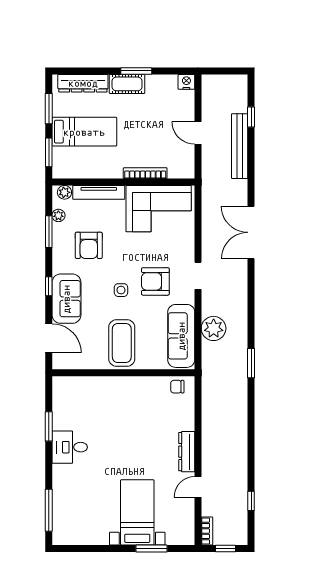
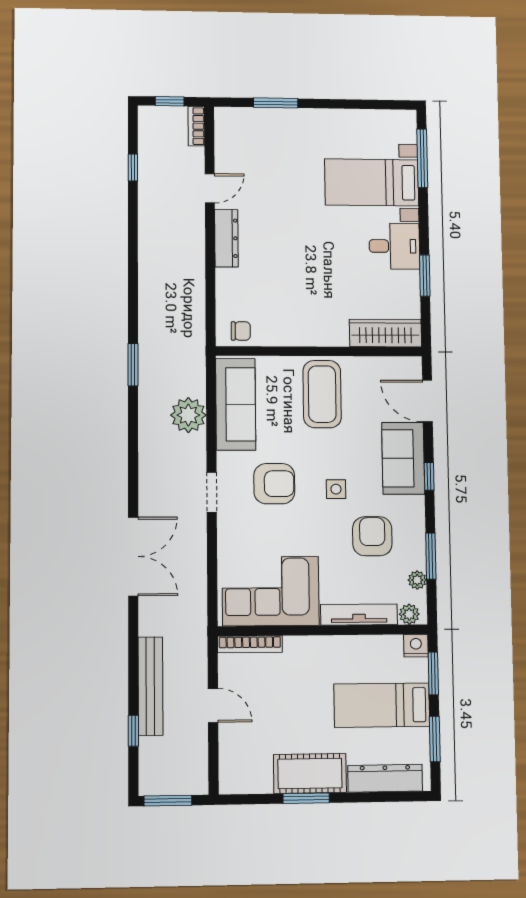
window: (228, 71) -> (168, 801), added
nightstand: (186, 82) -> (416, 646), moved, turned 180
cot: (127, 84) -> (310, 773), width x1.37, depth x1.34
bookcase: (145, 173) -> (250, 644), moved
side table: (121, 290) -> (336, 489), moved
wardrobe: (77, 386) -> (385, 333), added
bed with nightstands: (137, 512) -> (372, 182), moved, turned 90

